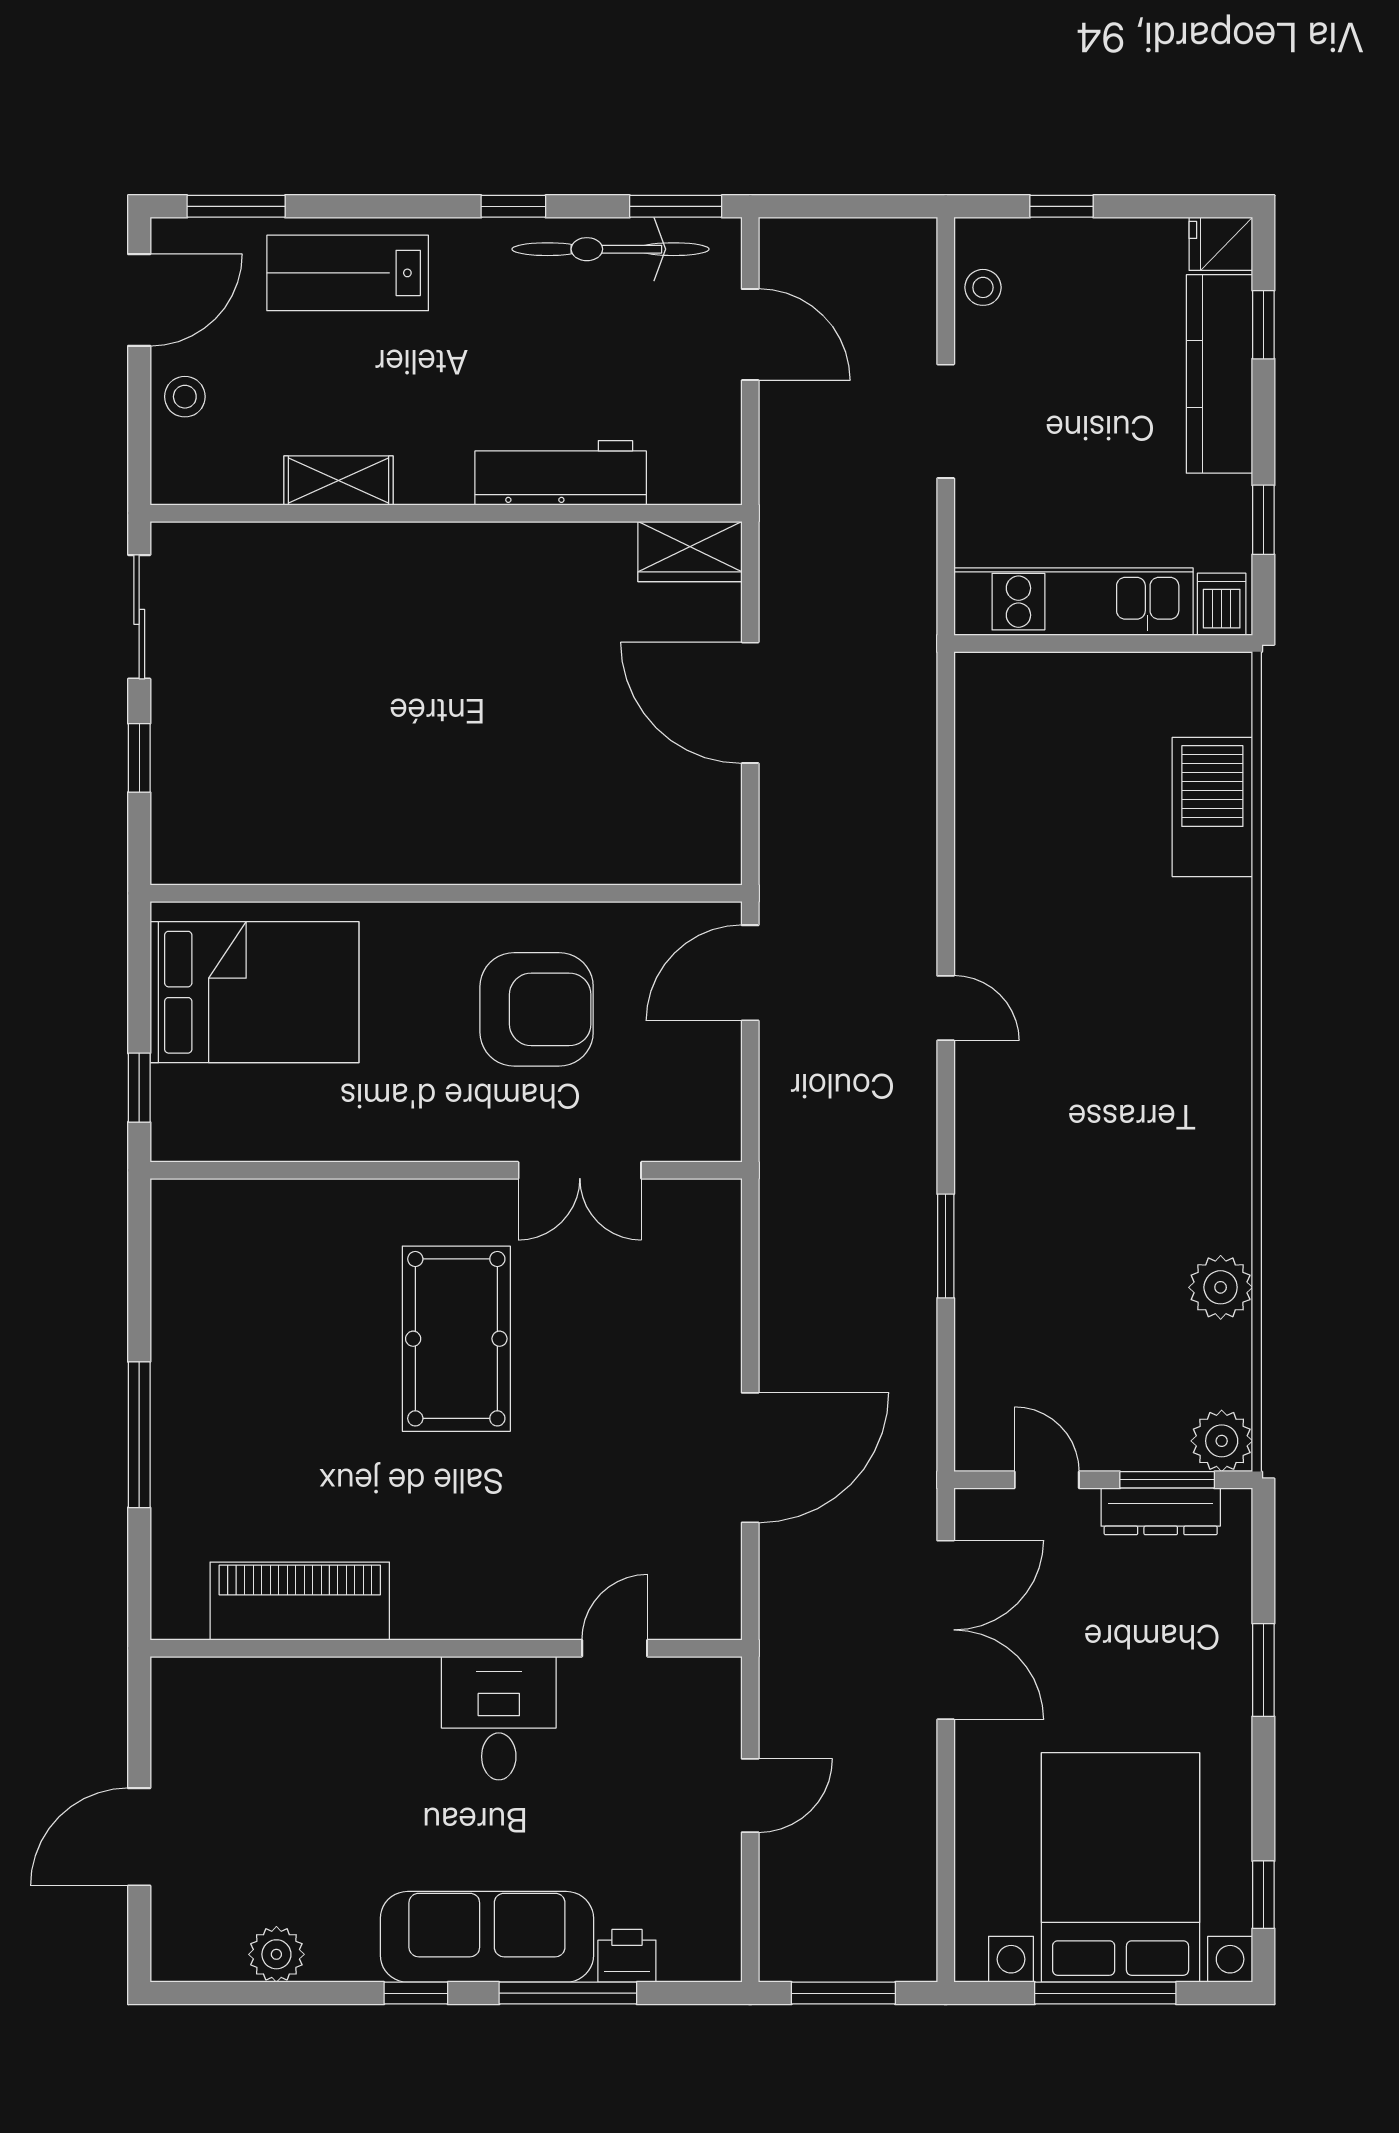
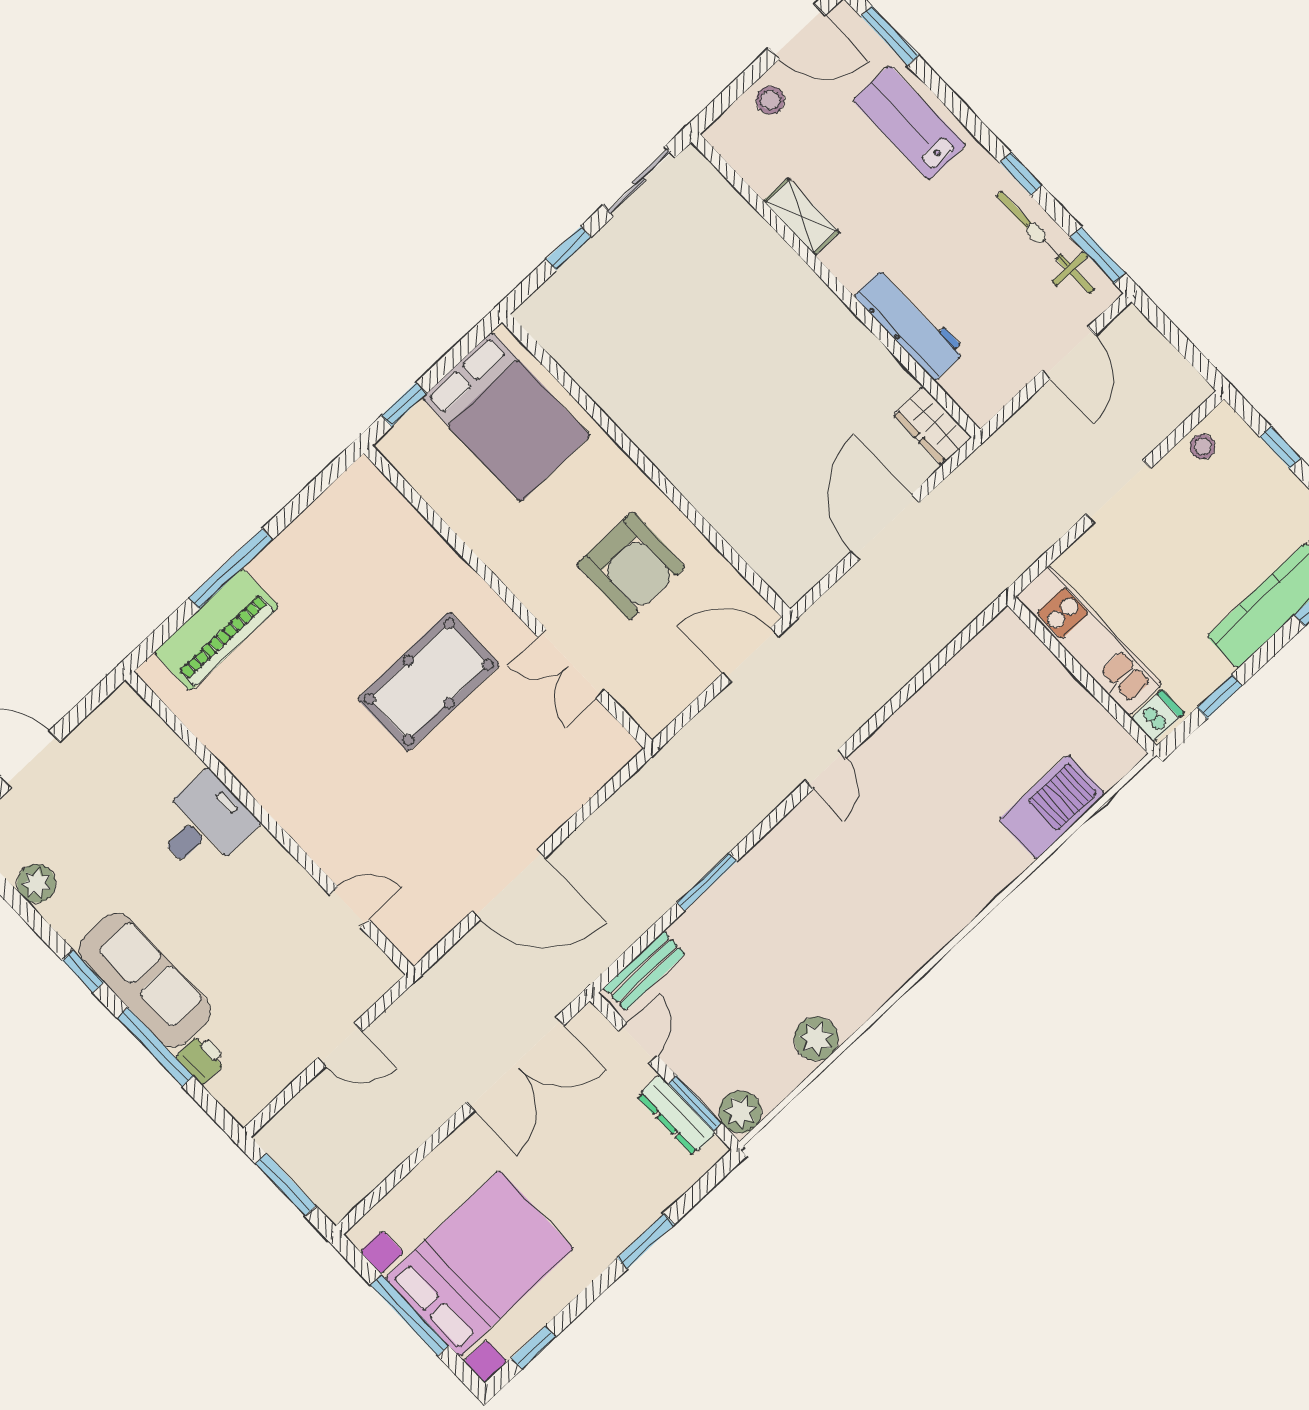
bench: (977, 1401) -> (644, 971), added
piano: (300, 1601) -> (216, 630), moved, turned 90
desk: (499, 1718) -> (204, 824), moved

